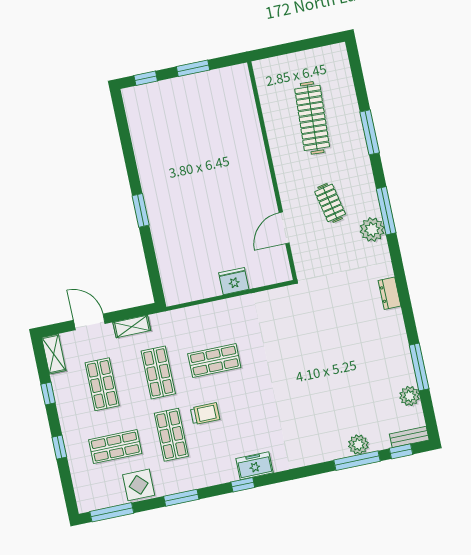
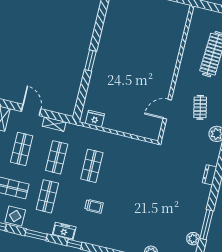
fridge: (234, 281) -> (95, 119), moved
shop shelf: (214, 361) -> (92, 166), turned 90
trolley: (205, 414) -> (94, 206), moved
freezer: (255, 466) -> (64, 231), moved

